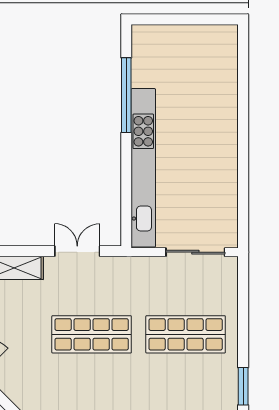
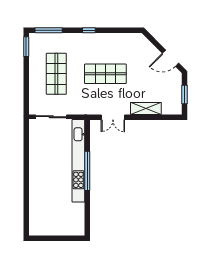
window: (126, 95) -> (87, 171), moved
shop shelf: (186, 334) -> (56, 74), turned 90

